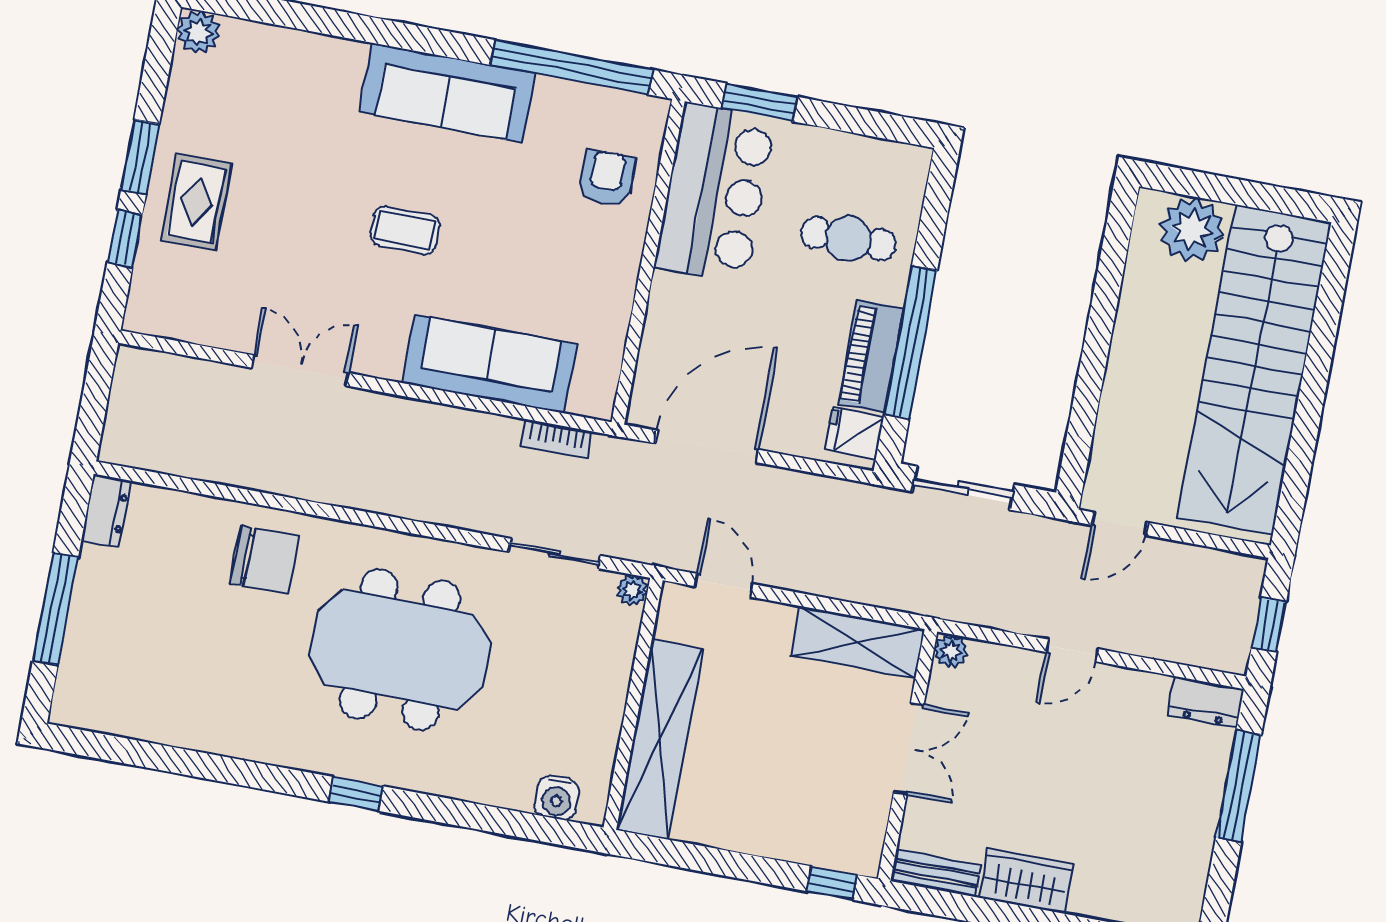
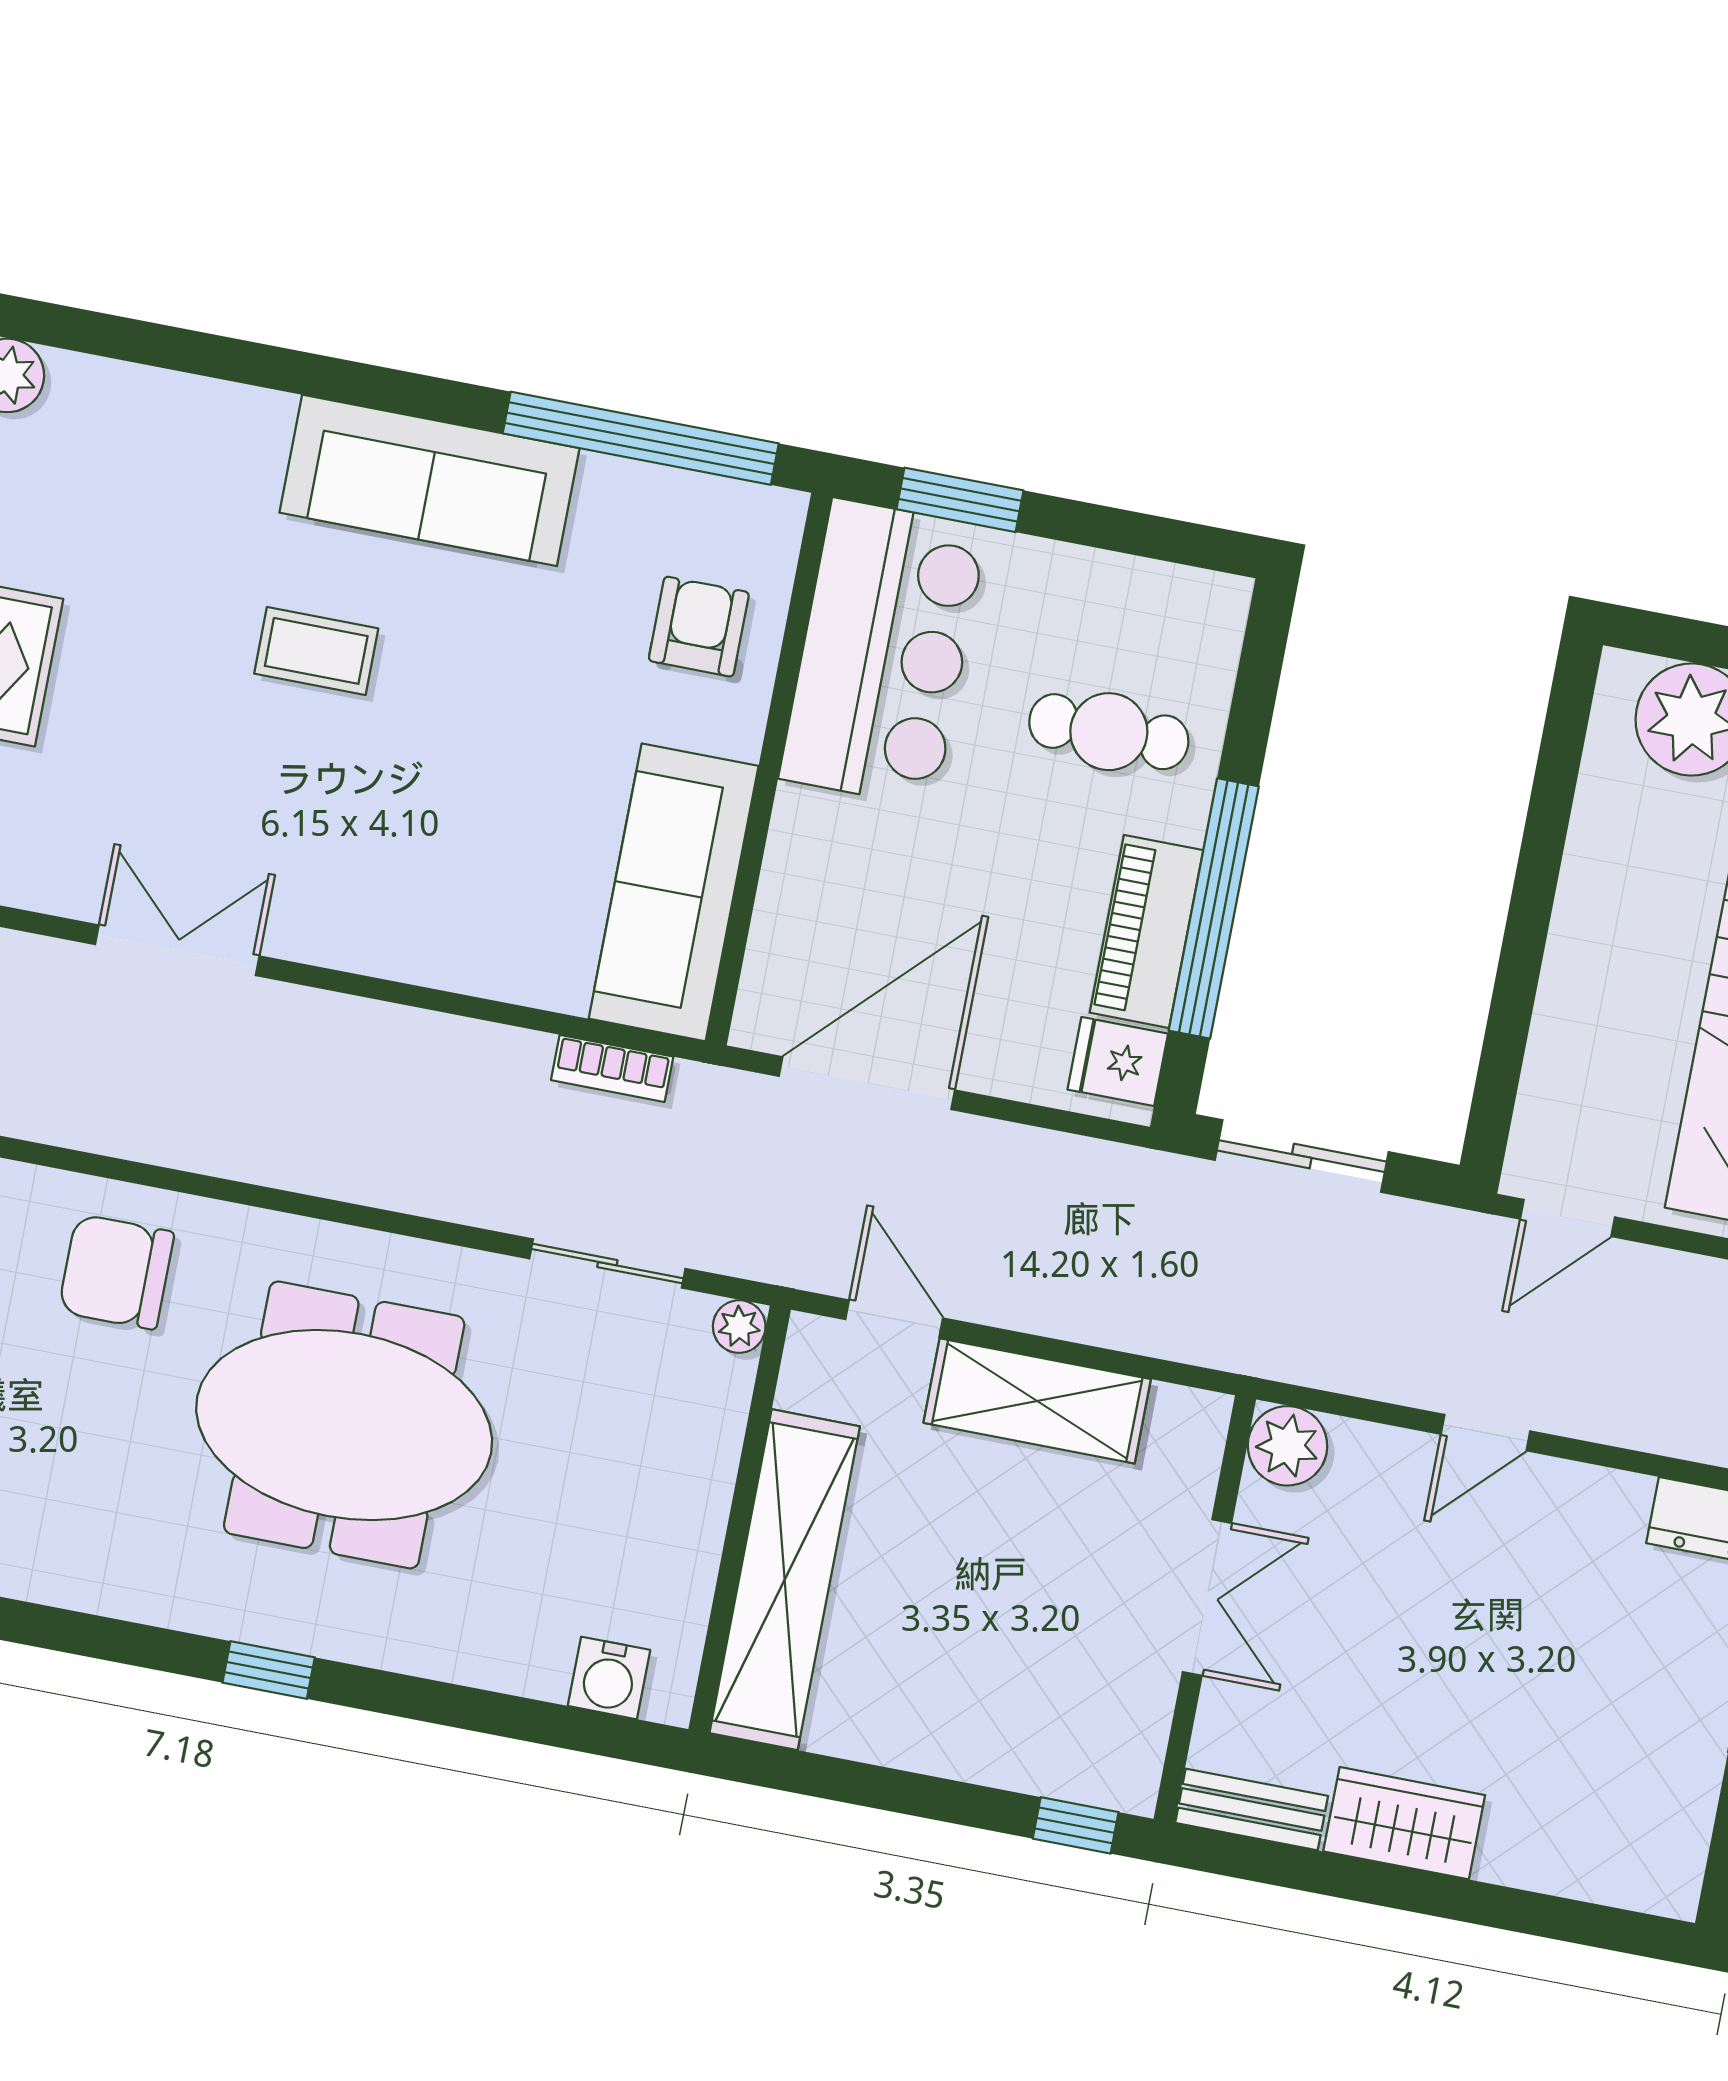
coffee table: (405, 230) -> (316, 651), moved
sofa: (490, 364) -> (674, 892), moved, turned -90
chair: (265, 560) -> (116, 1272), turned 180
shelving: (858, 642) -> (1037, 1401), moved
plant: (951, 651) -> (1288, 1446), width x1.38, depth x1.38

